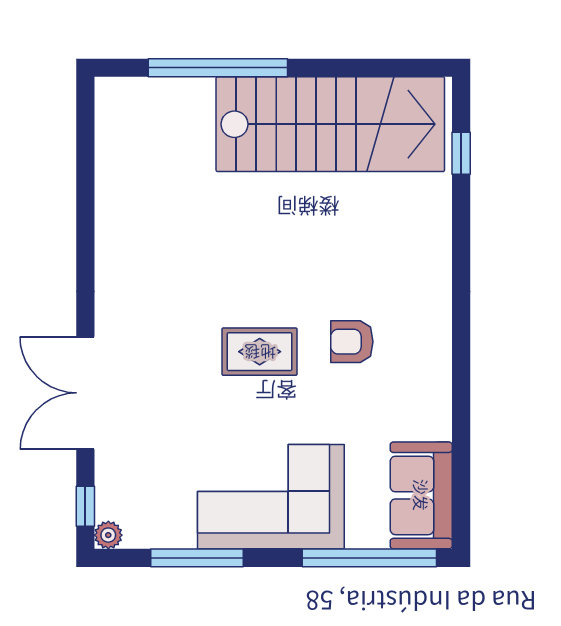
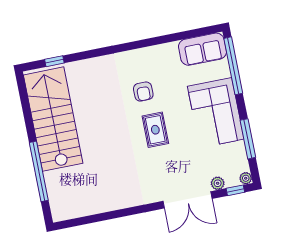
plant: (110, 469) -> (218, 183), added

